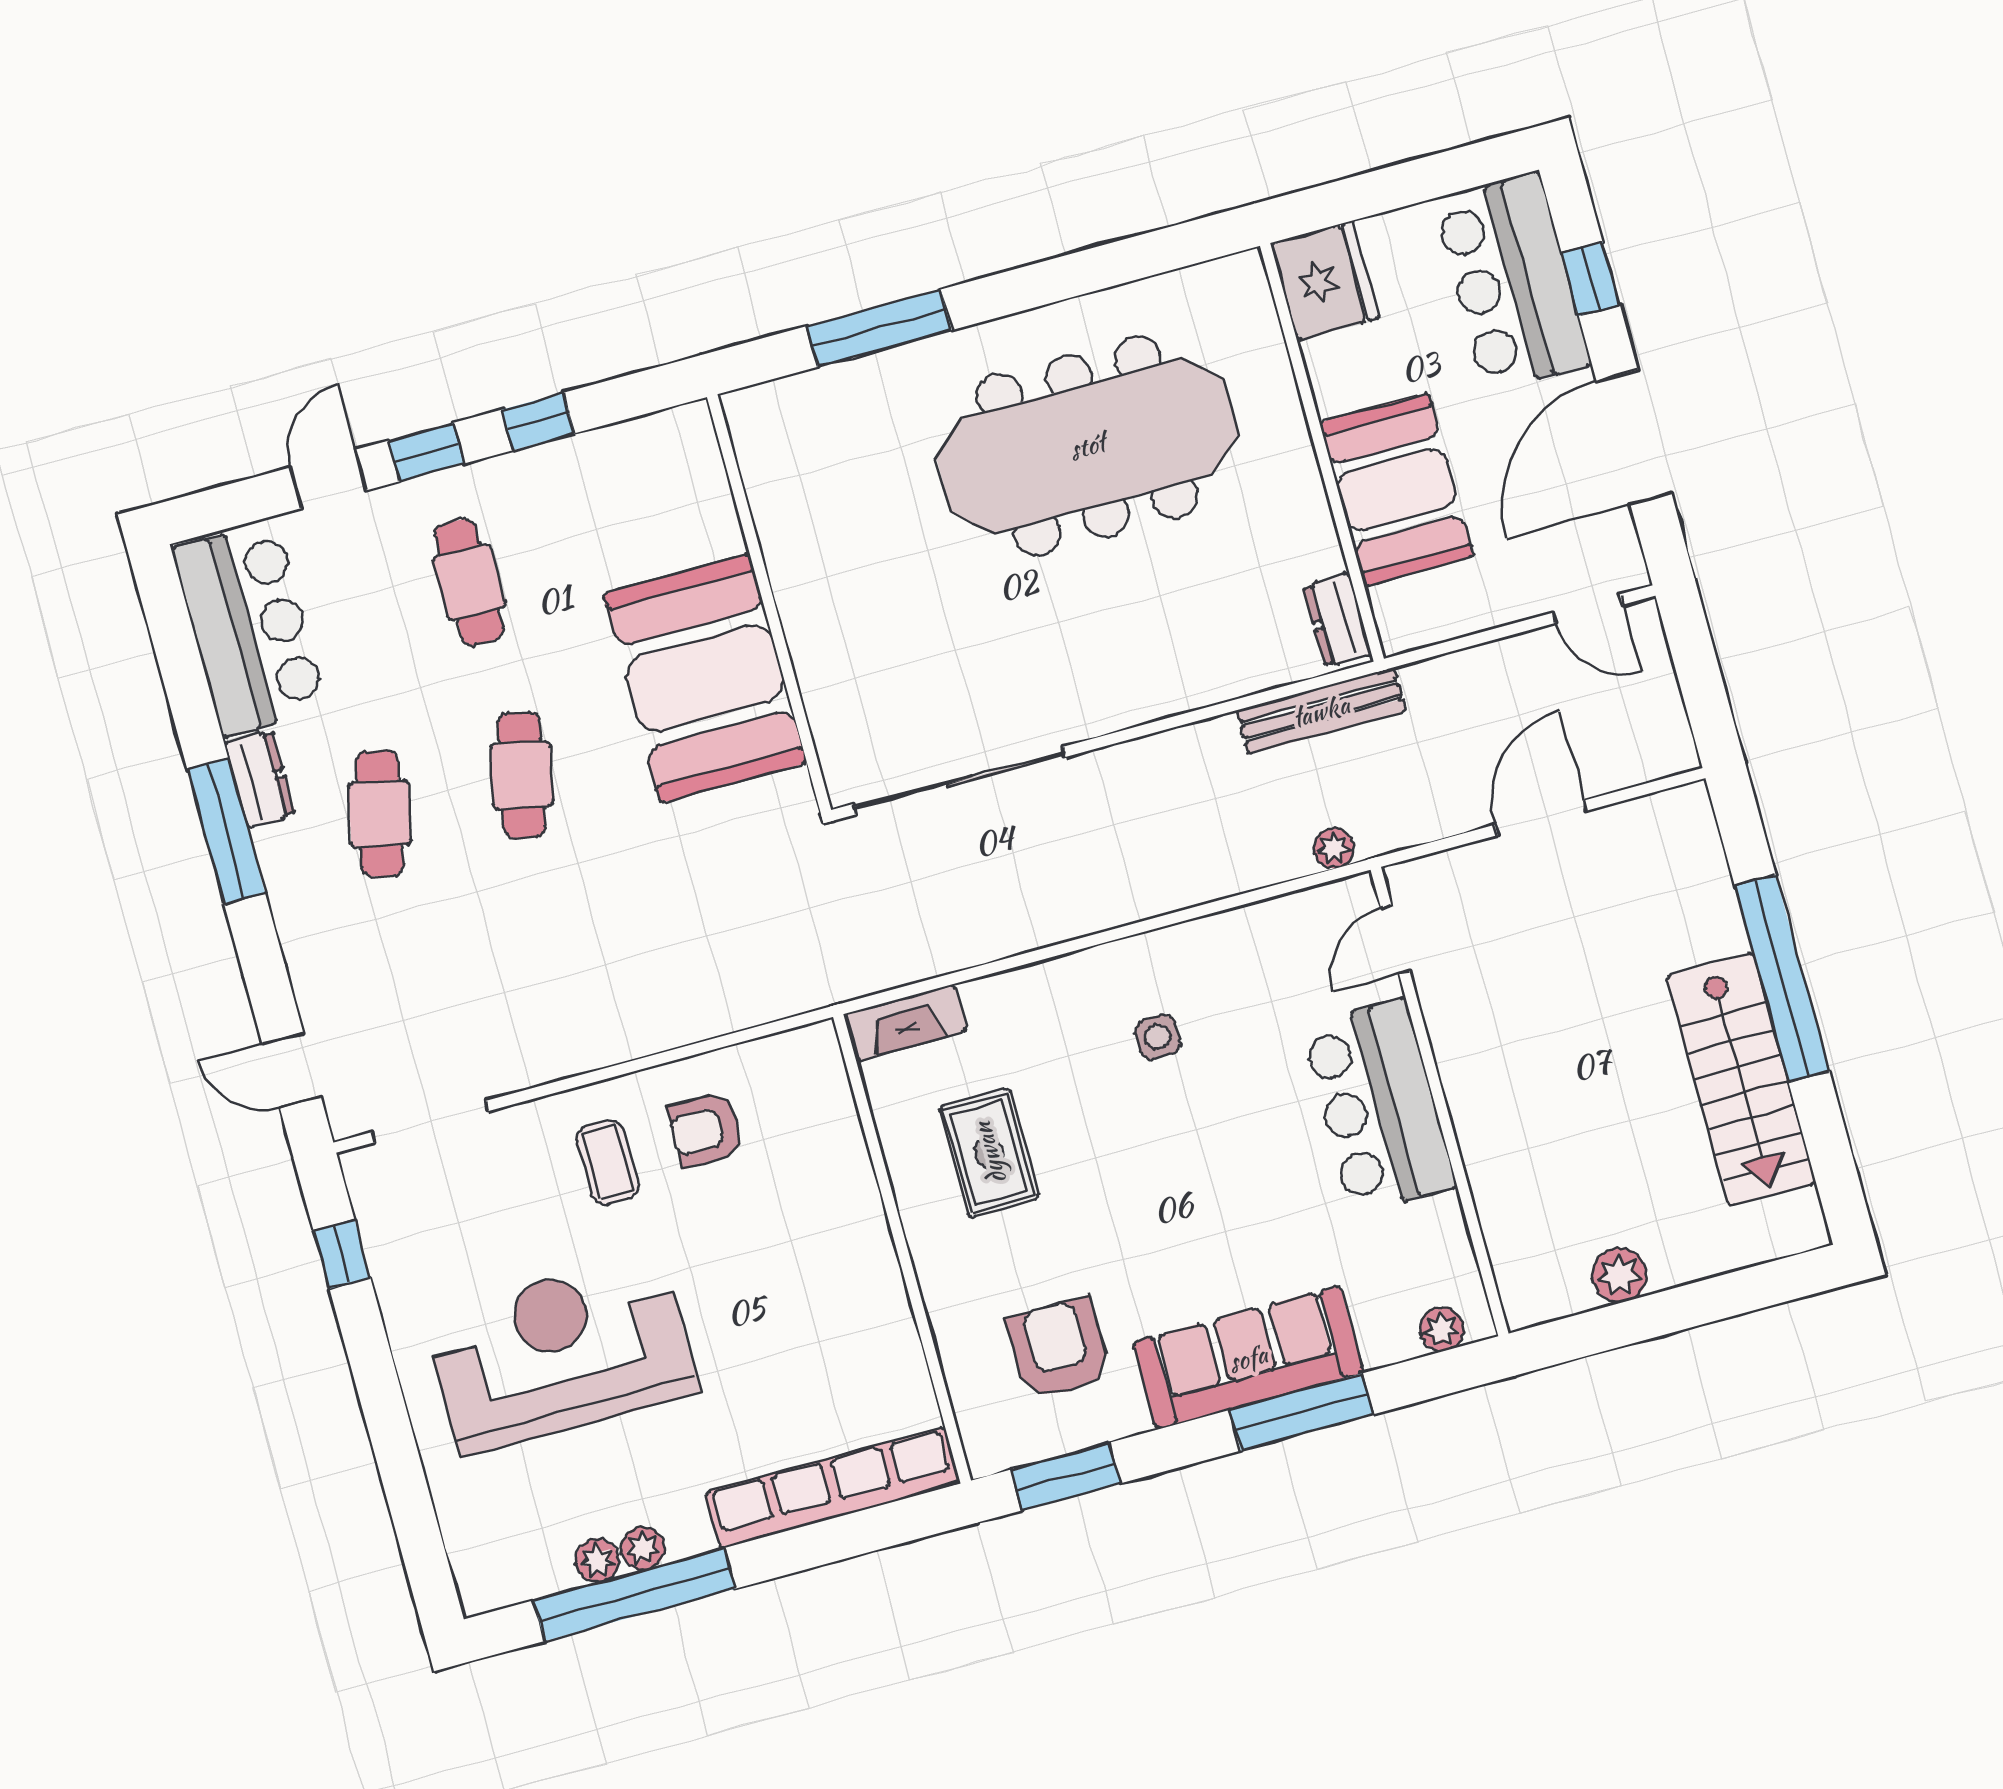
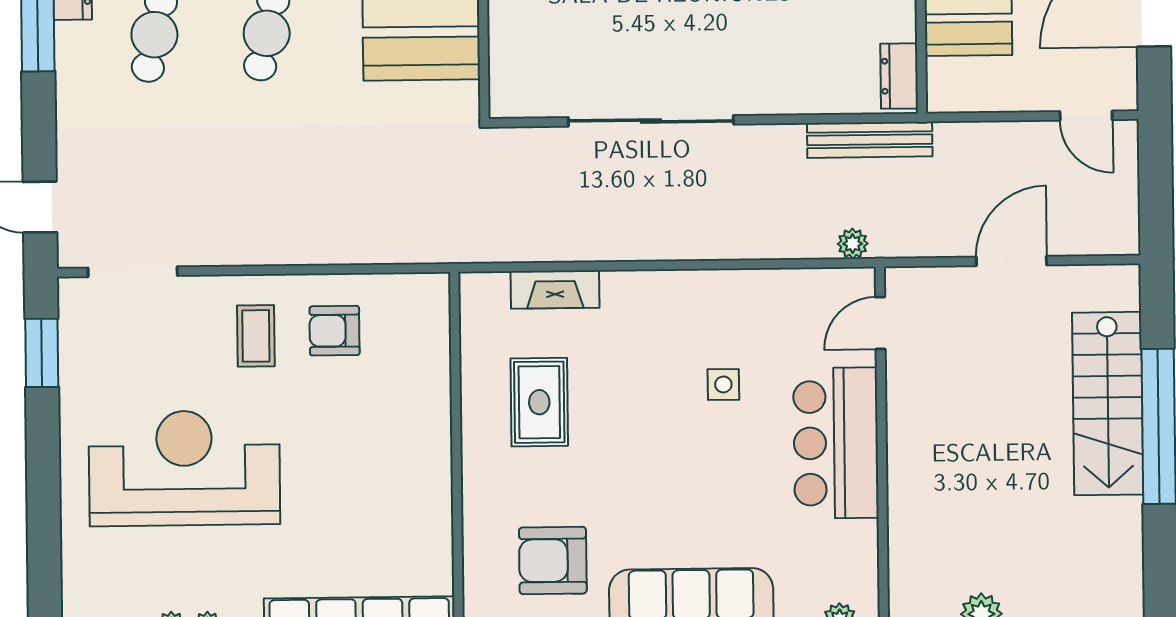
sliding door: (959, 781) -> (651, 121), moved
fireplace: (905, 1023) -> (555, 289), moved
side table: (1157, 1037) -> (723, 384), moved
stairs: (1741, 1080) -> (1108, 404), moved
window: (342, 1254) -> (42, 353), width x1.50
armchair: (1058, 1349) -> (553, 561), turned -90

